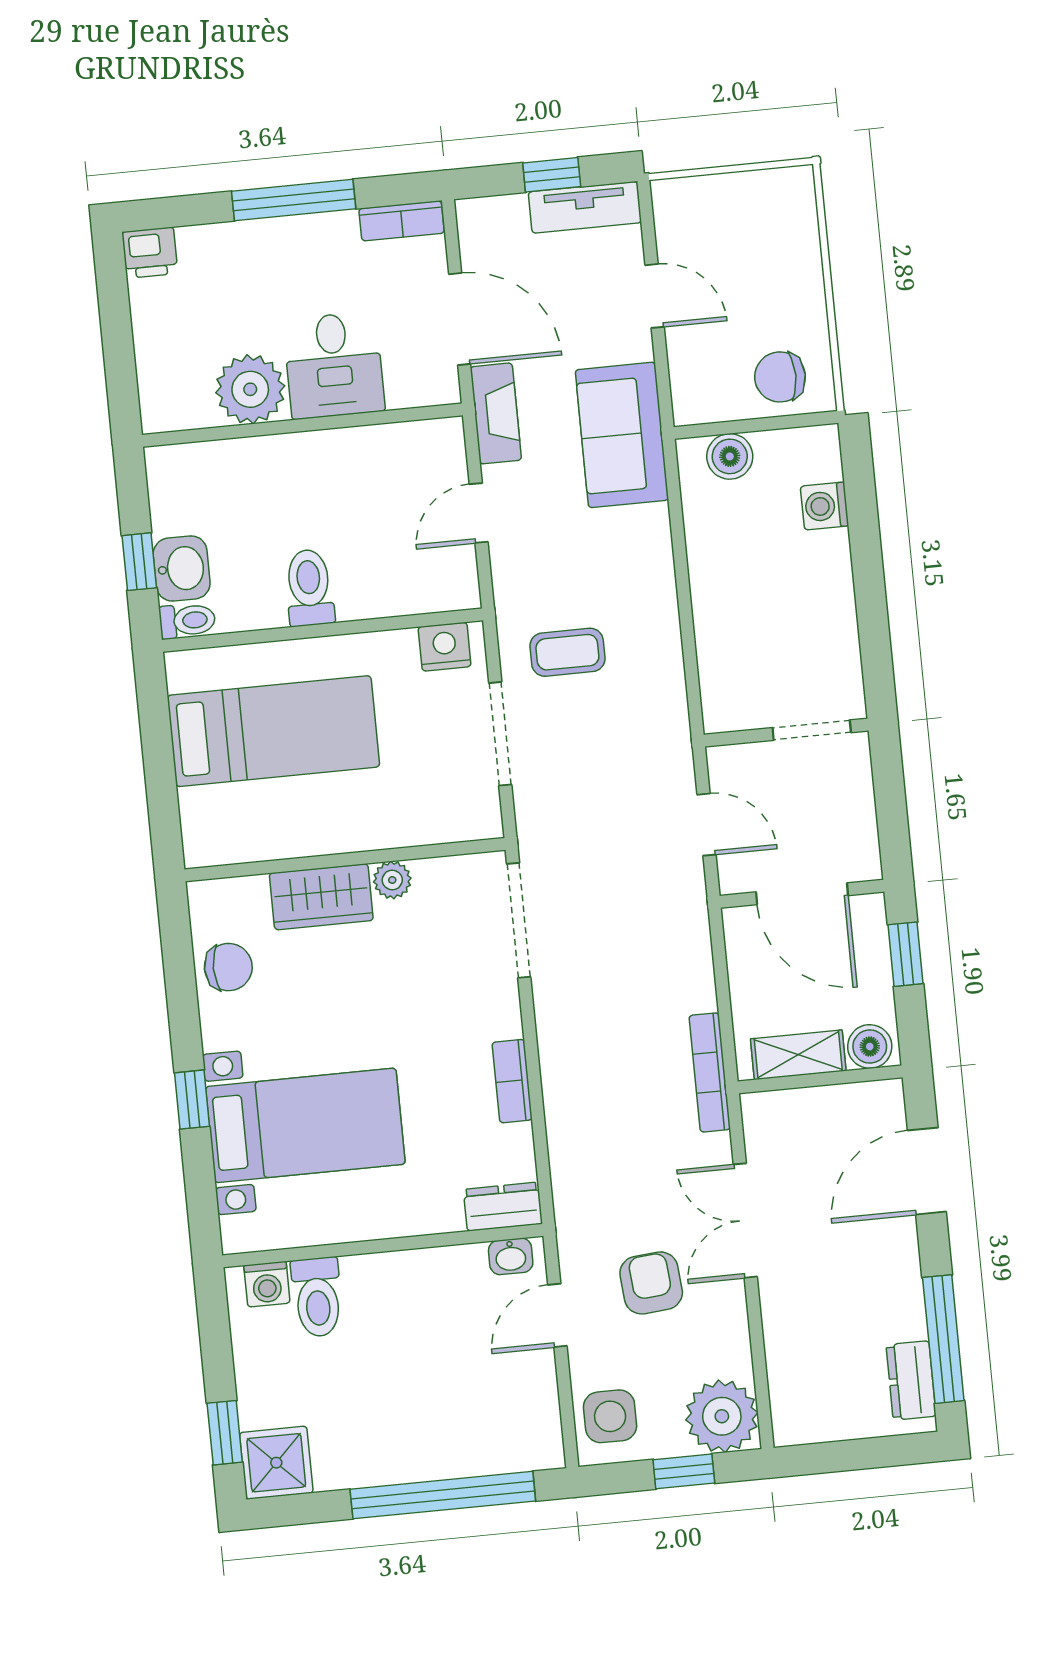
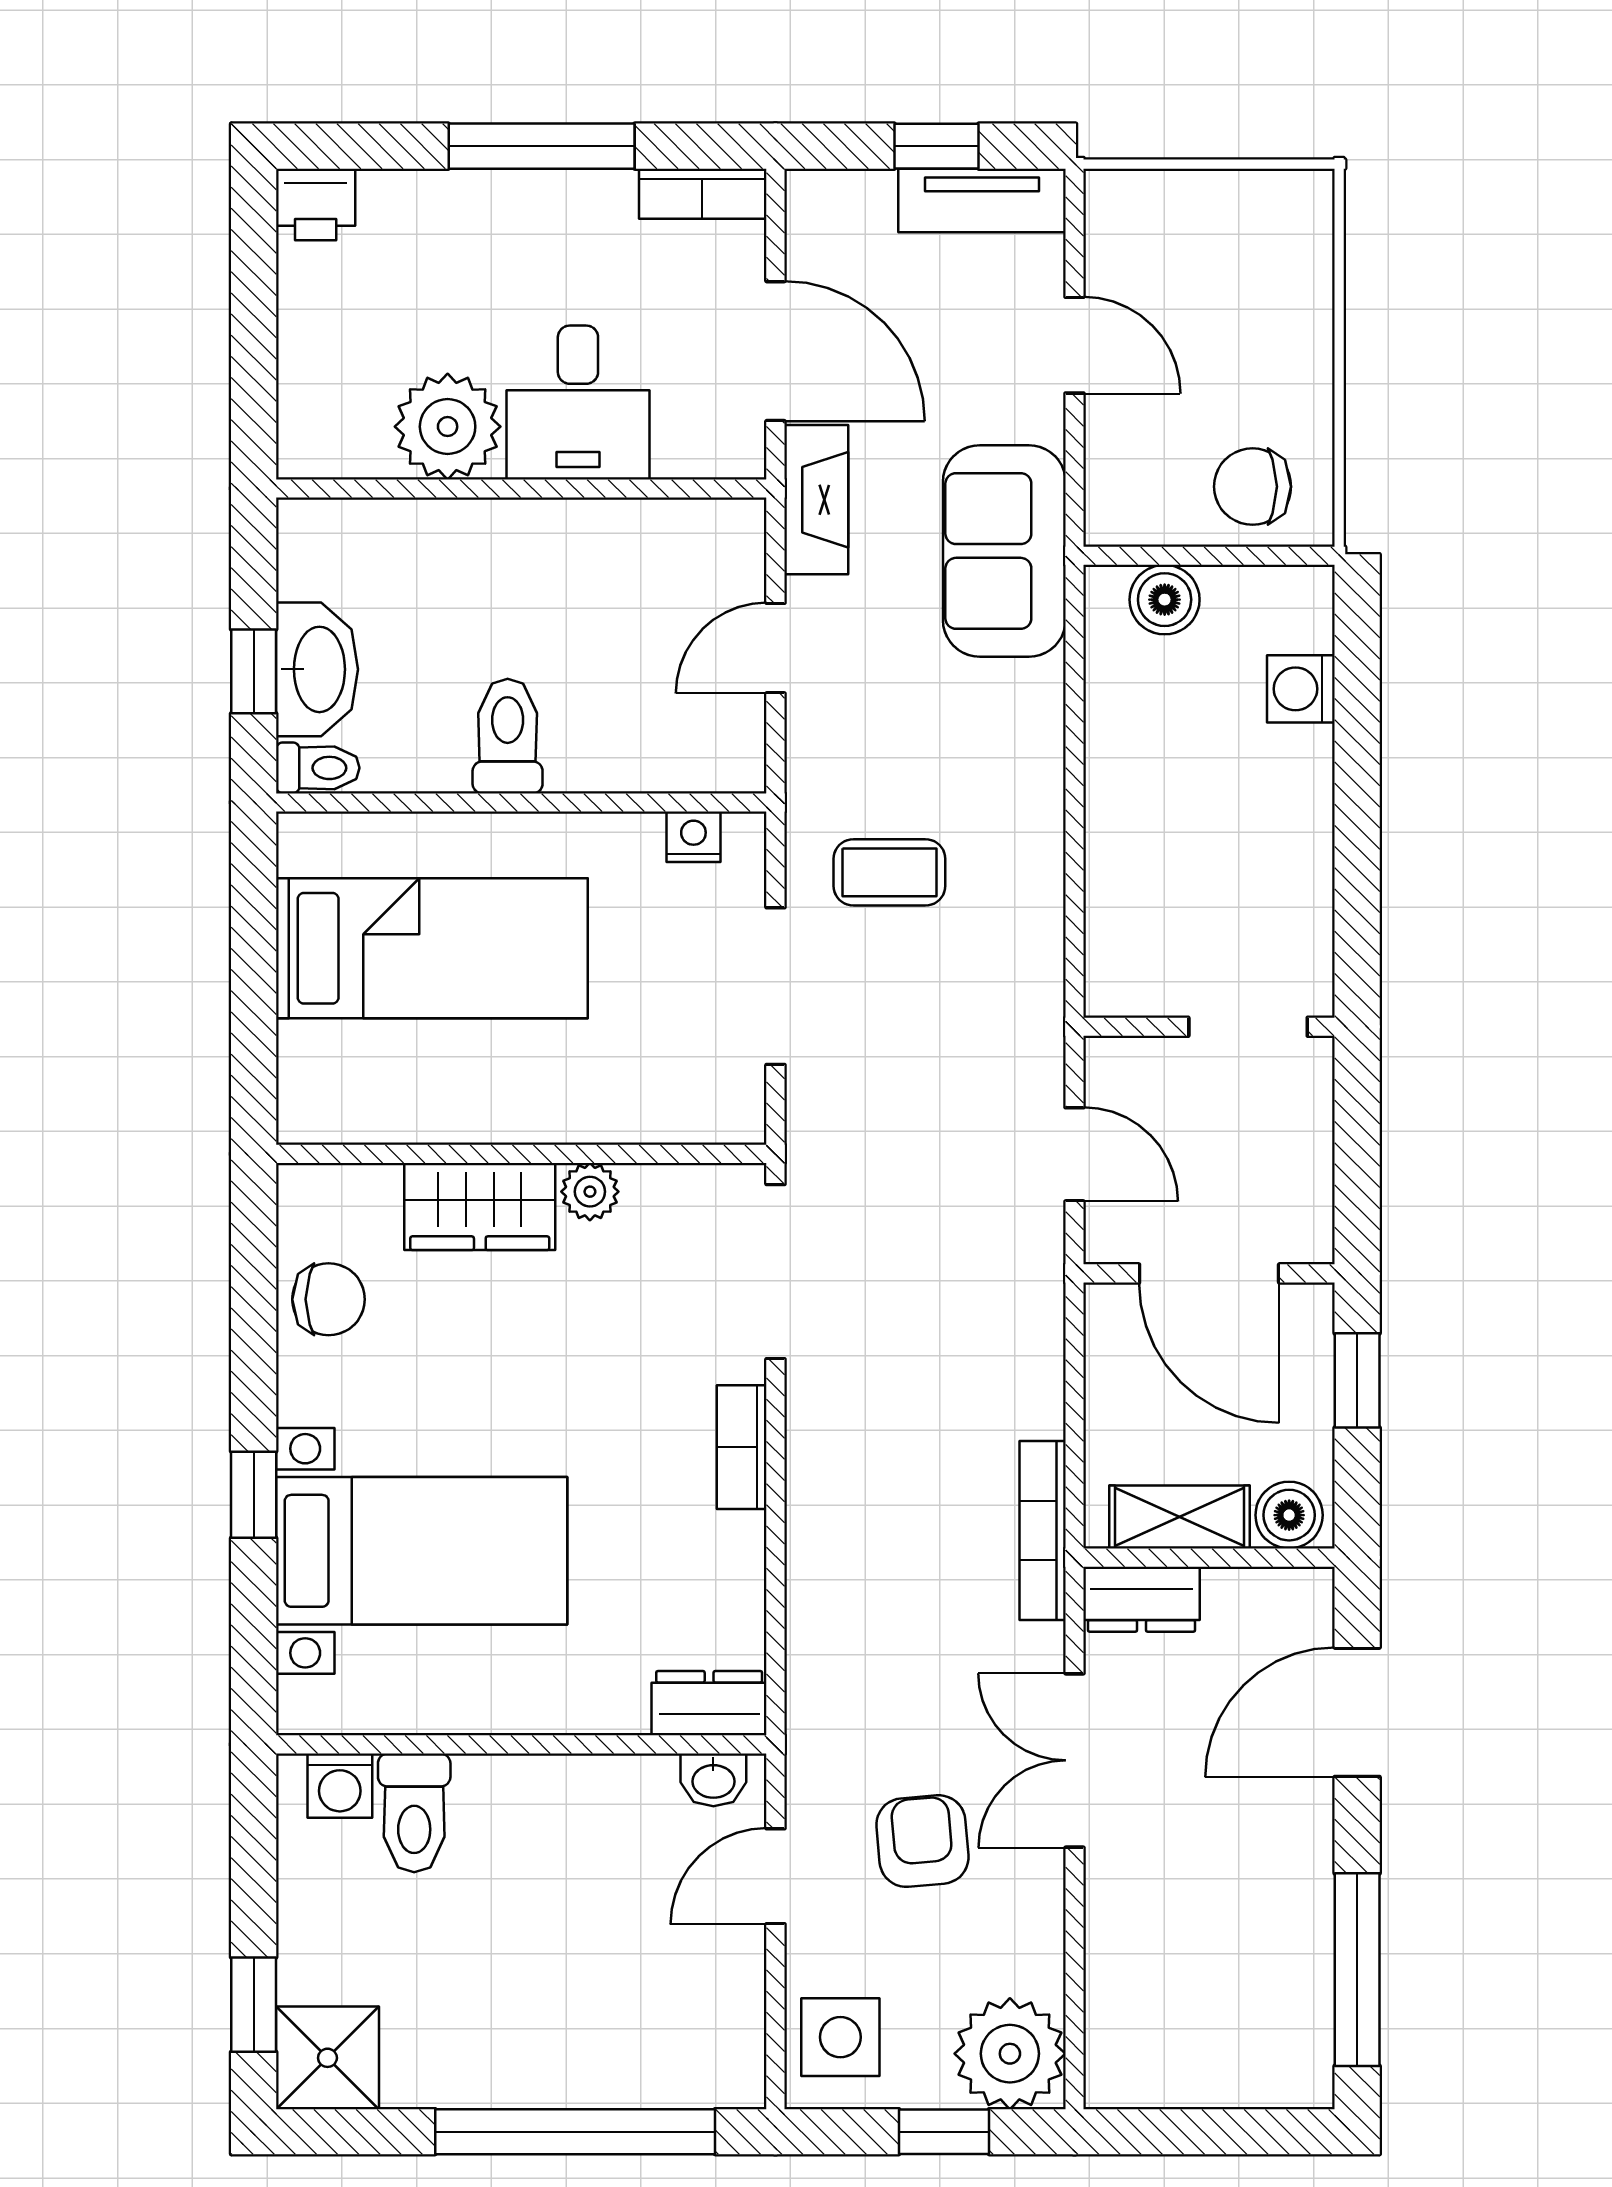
washbasin: (182, 568) -> (317, 669), width x1.38
nightstand: (445, 647) -> (693, 837), width x0.72, depth x0.74
bookcase: (512, 1081) -> (742, 1447), moved
dresser: (911, 1380) -> (1142, 1599), moved, turned -90

